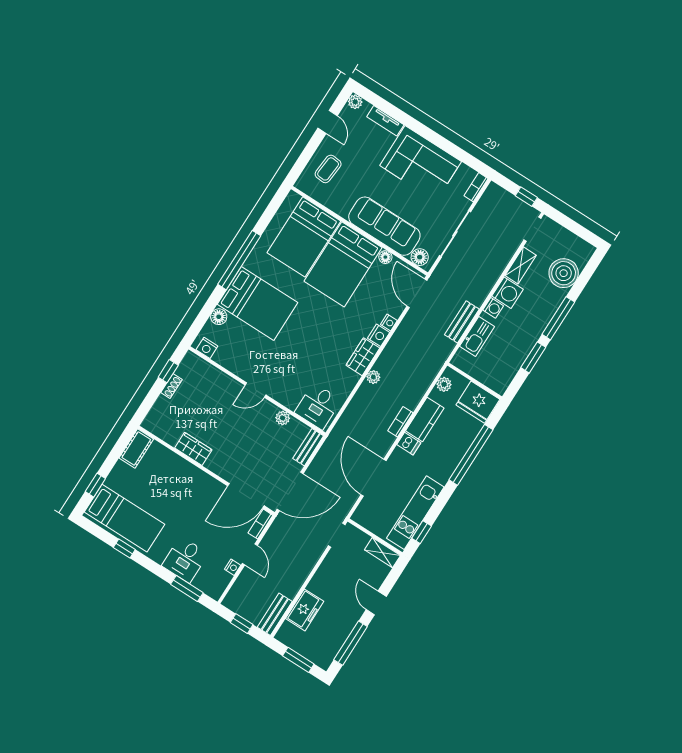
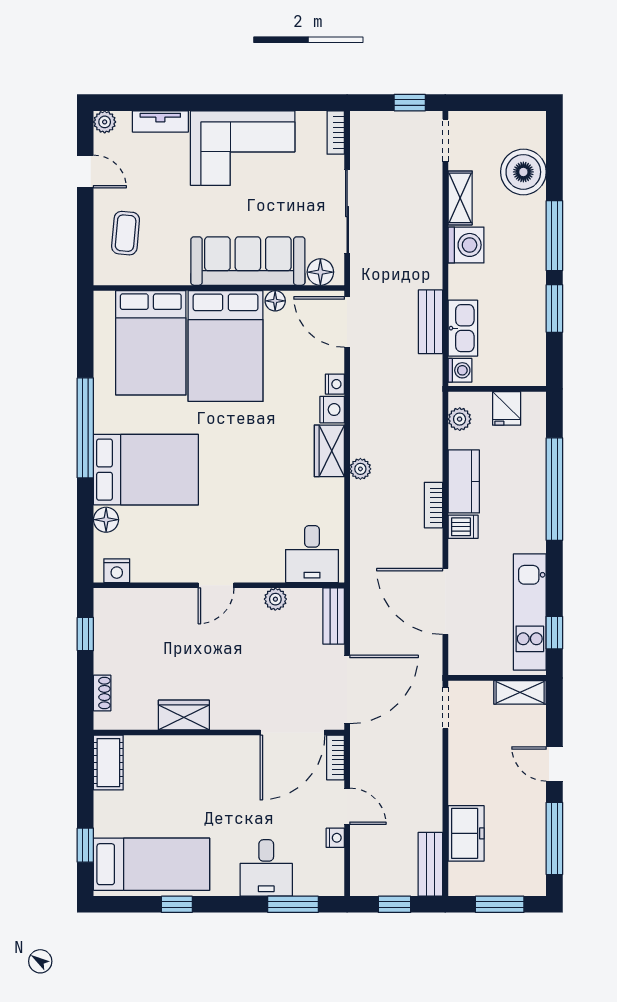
washing machine: (493, 308) -> (460, 370), moved
shoe rack: (171, 386) -> (102, 693), moved
fridge: (478, 402) -> (507, 408), width x0.53, depth x0.75

